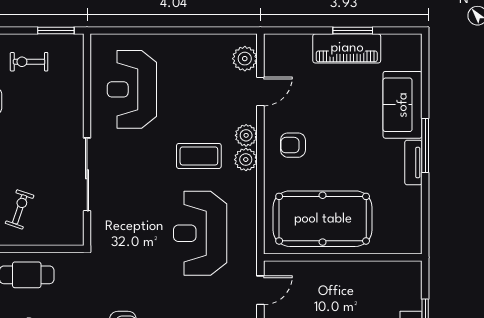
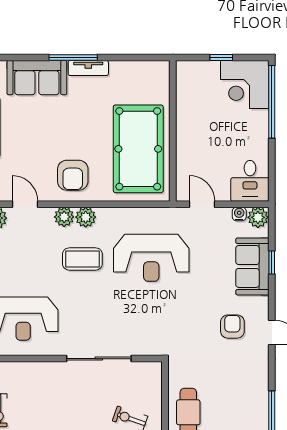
armchair: (293, 145) -> (73, 175), width x1.38, depth x1.38
coffee table: (199, 156) -> (82, 259), turned 90

